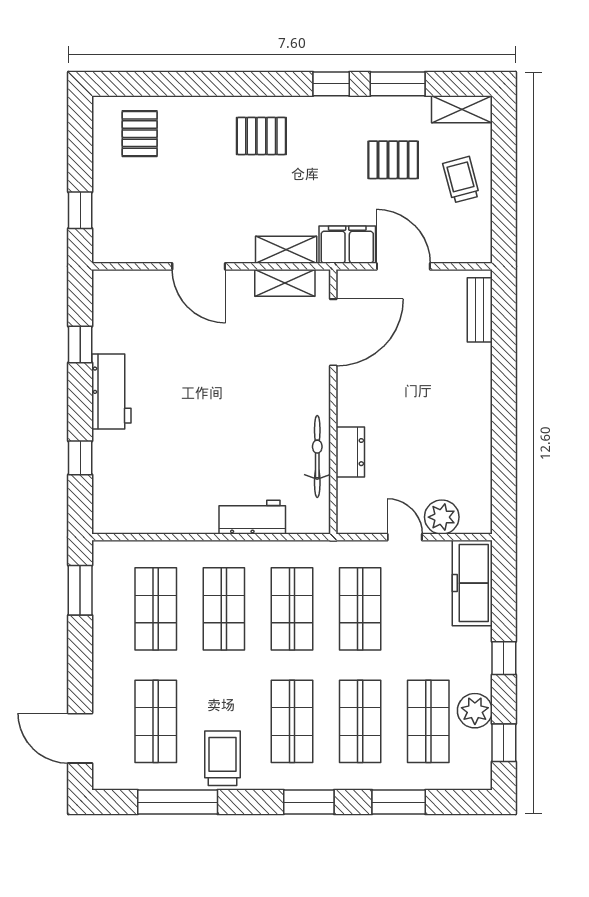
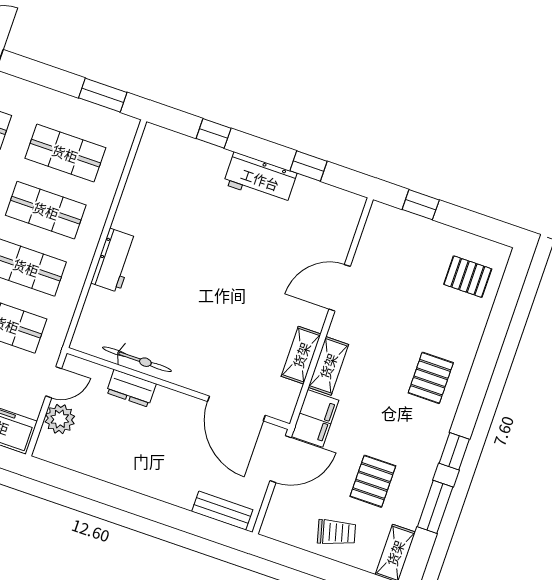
door: (333, 332) -> (236, 408), moved
wall: (333, 402) -> (178, 388), moved
dresser: (350, 452) -> (131, 388), moved
bicycle: (317, 456) -> (137, 359), moved

